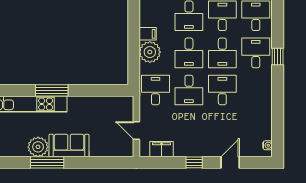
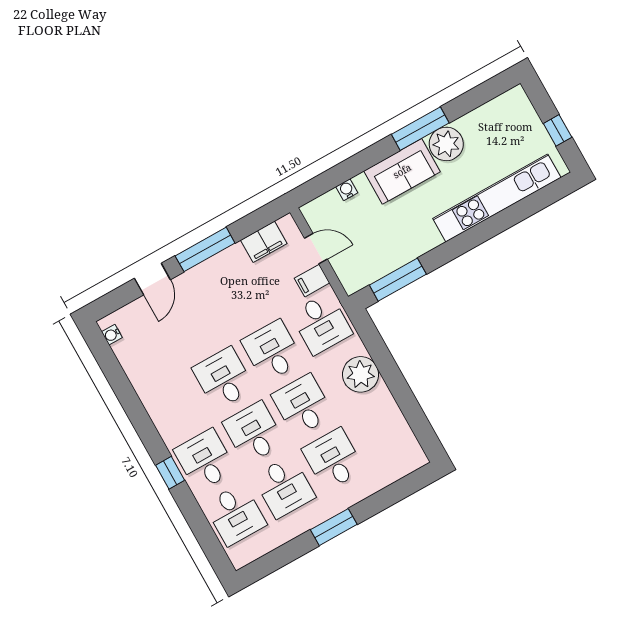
filing cabinet: (148, 34) -> (312, 281), moved
desk: (256, 53) -> (205, 460), turned 180
window: (52, 90) -> (398, 280), moved
desk: (222, 90) -> (223, 378), turned 180
water cooler: (103, 152) -> (347, 190), added
window: (194, 162) -> (205, 249), width x2.17

